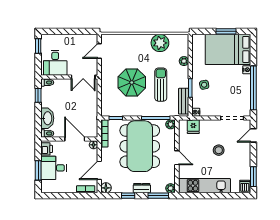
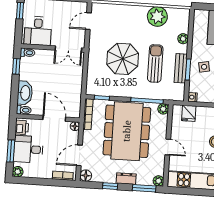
bench: (184, 101) -> (181, 68), moved
plant: (46, 188) -> (18, 172), added

